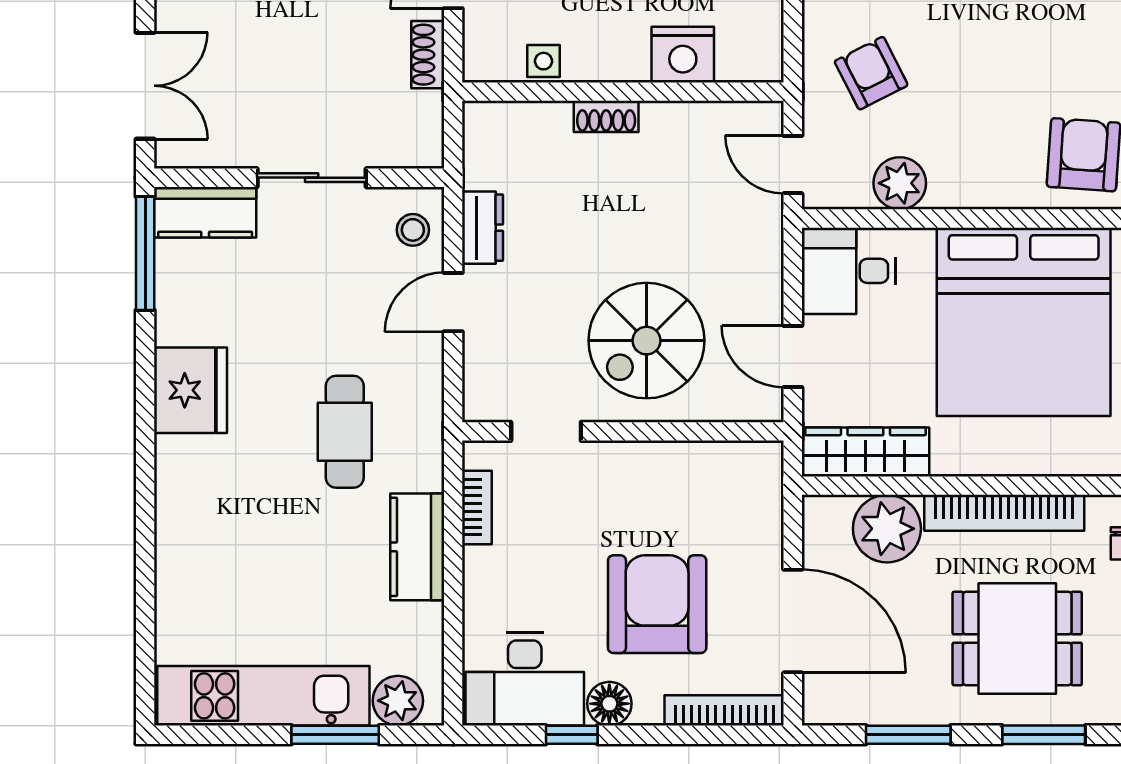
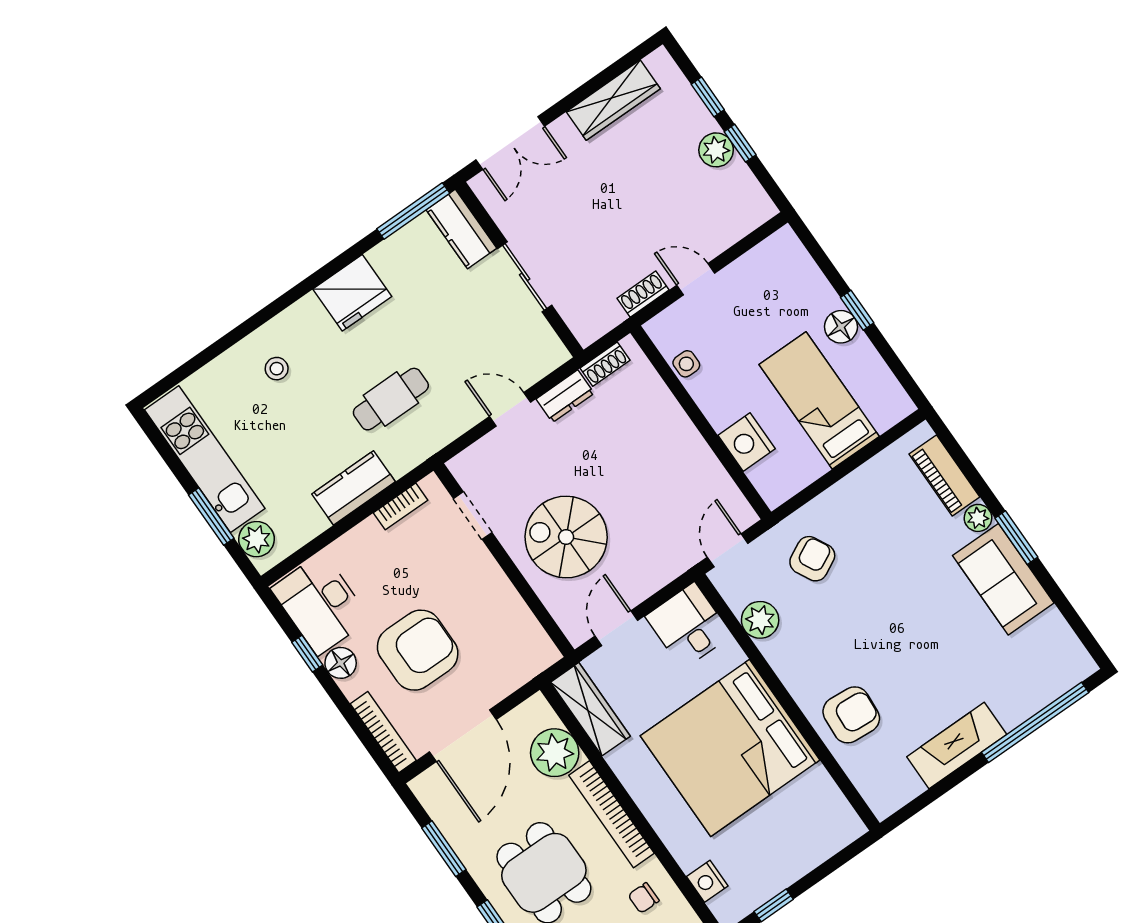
shoe rack: (606, 116) -> (605, 364), moved, turned -90
stool: (413, 230) -> (277, 369), moved

